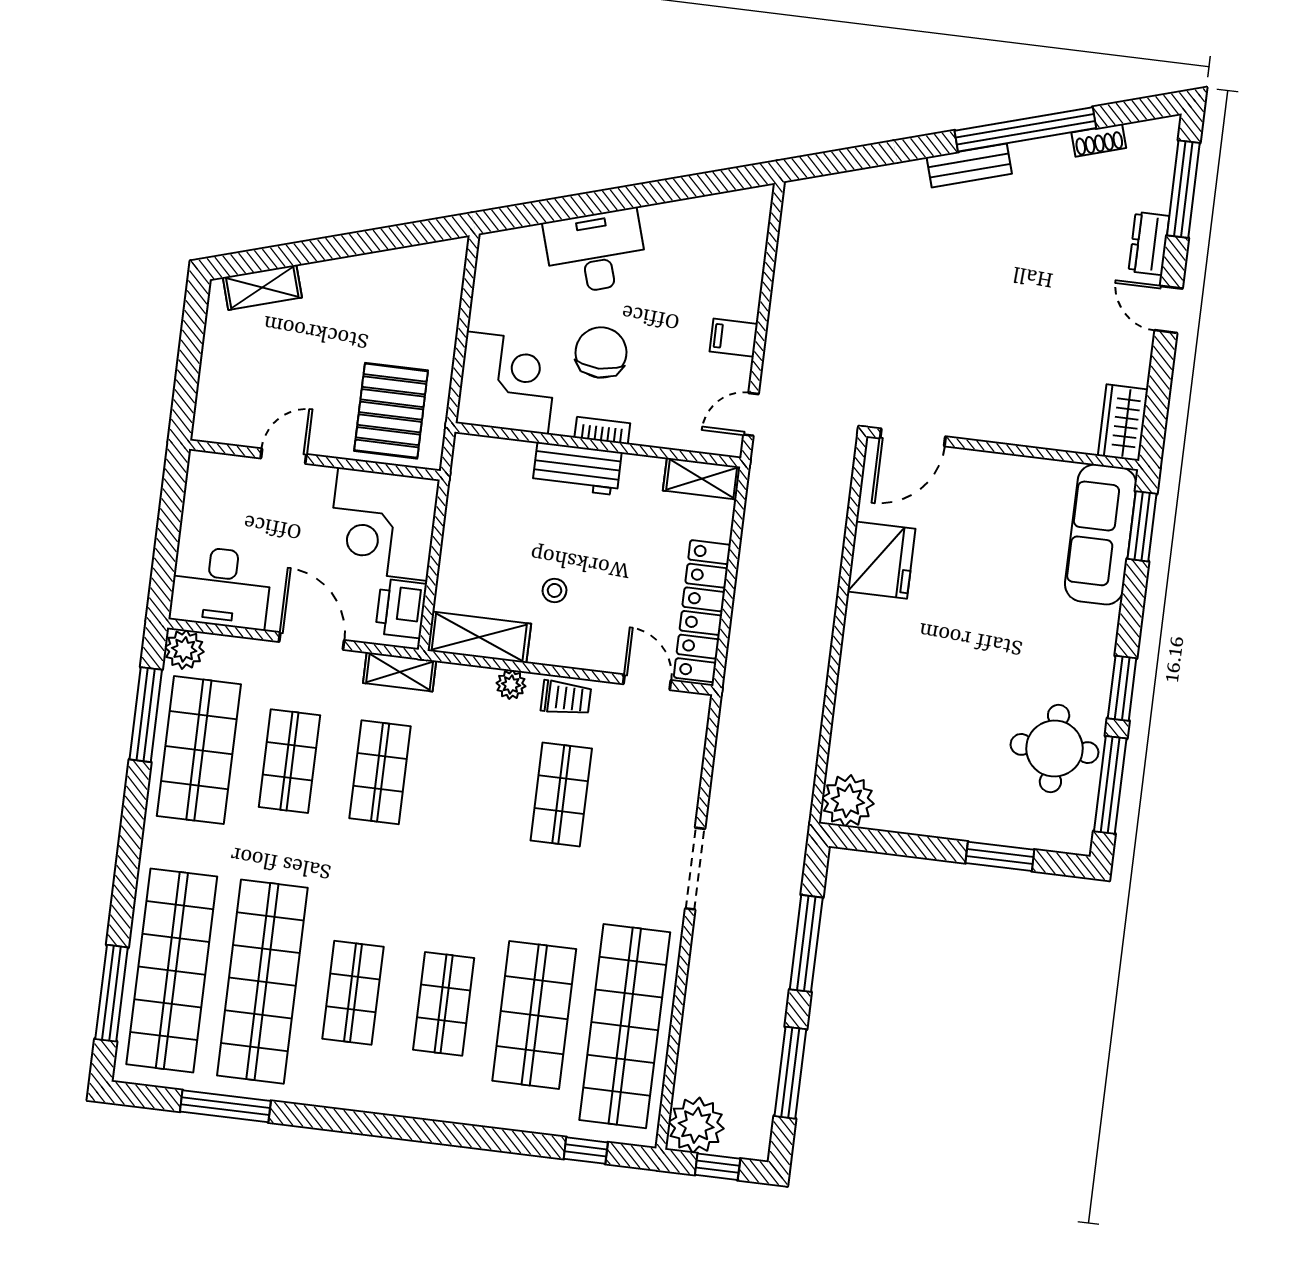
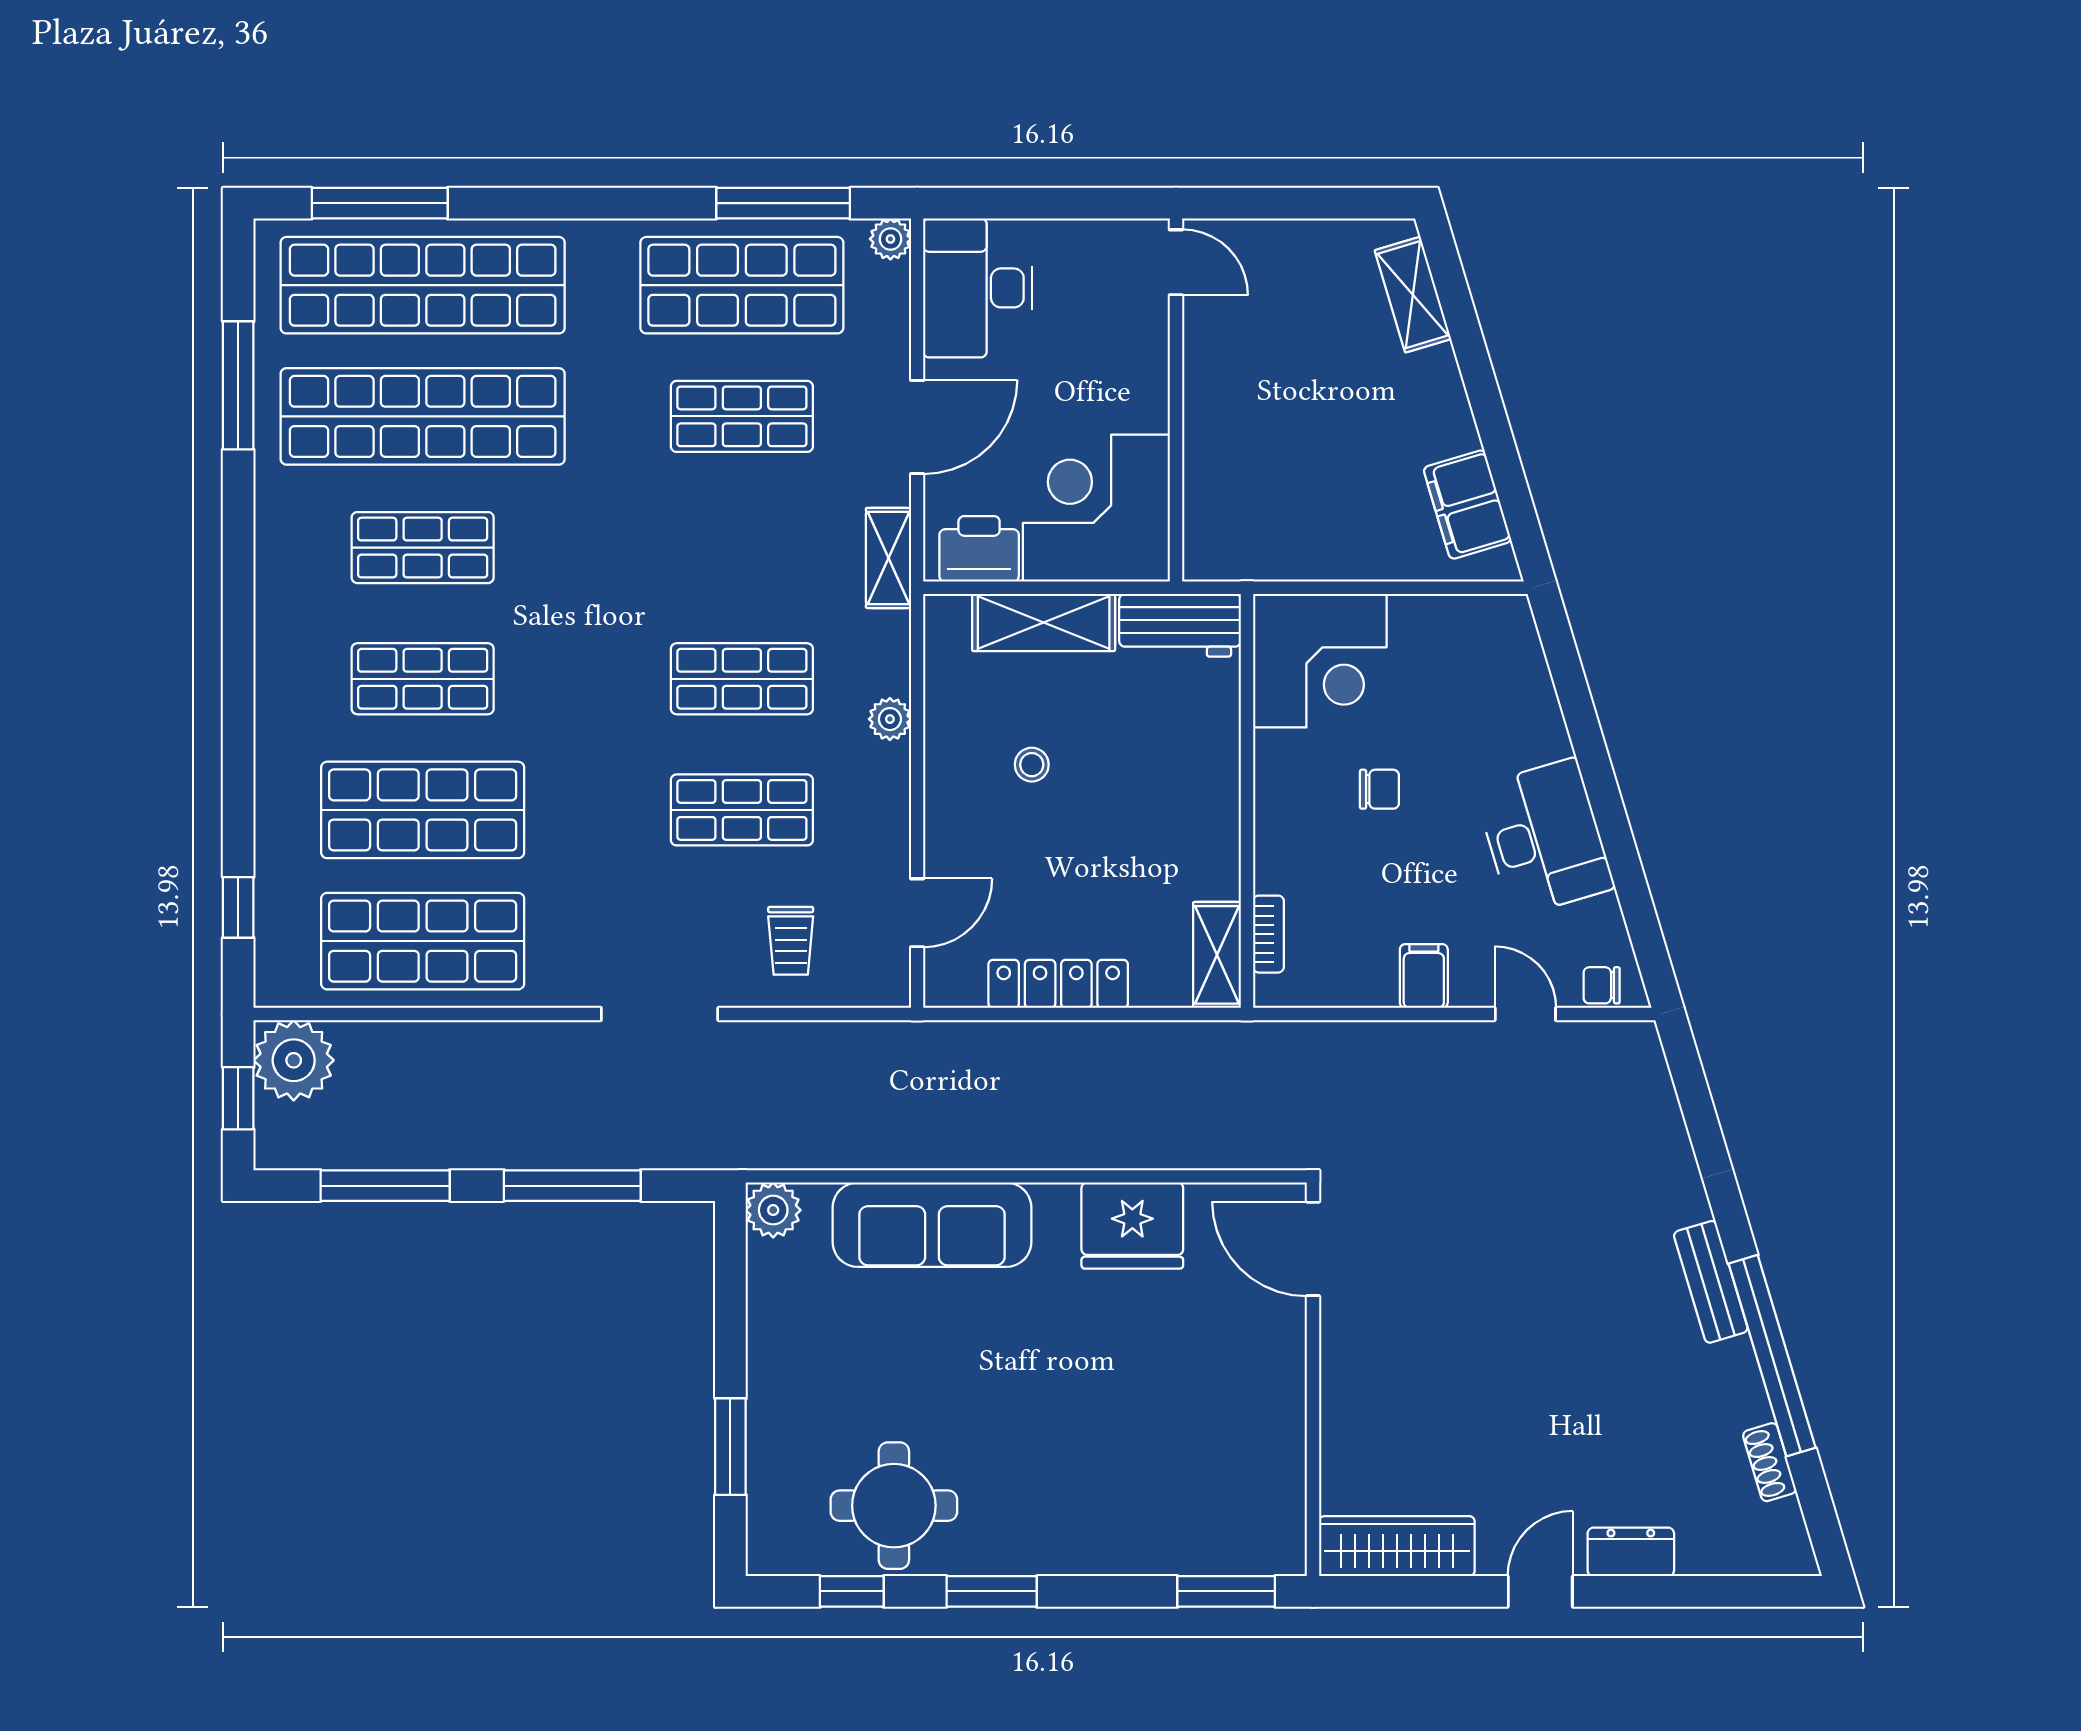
window: (1183, 189) -> (1714, 1591), removed
chair: (755, 216) -> (1602, 985), added
desk: (596, 252) -> (1544, 838), moved
filing cabinet: (412, 268) -> (1467, 505), added
chair: (601, 352) -> (1379, 789), width x0.54, depth x0.54
pallet: (391, 411) -> (1260, 500), removed
door: (751, 414) -> (1525, 1014), moved
wardrobe: (1123, 423) -> (1397, 1546), width x1.50
bookcase: (602, 430) -> (1268, 934), moved
door: (284, 456) -> (1176, 262), moved
workbench: (577, 469) -> (1180, 625), moved, turned -90
sofa: (1101, 534) -> (932, 1225), moved, turned 180
locker: (702, 611) -> (1058, 984), width x0.71, depth x0.83
shelving: (479, 637) -> (1044, 623), moved, turned 90
plant: (184, 649) -> (890, 239), width x0.73, depth x0.73
trolley: (566, 698) -> (791, 941), moved
shop shelf: (380, 772) -> (742, 679), moved
window: (1110, 785) -> (852, 1591), width x0.46
plant: (848, 801) -> (773, 1210), width x0.73, depth x0.73
shop shelf: (625, 1026) -> (423, 941), width x0.71

